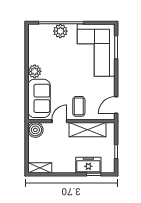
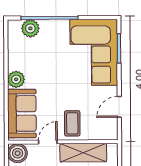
plant: (60, 31) -> (30, 28), moved
door: (116, 105) -> (119, 107), moved

